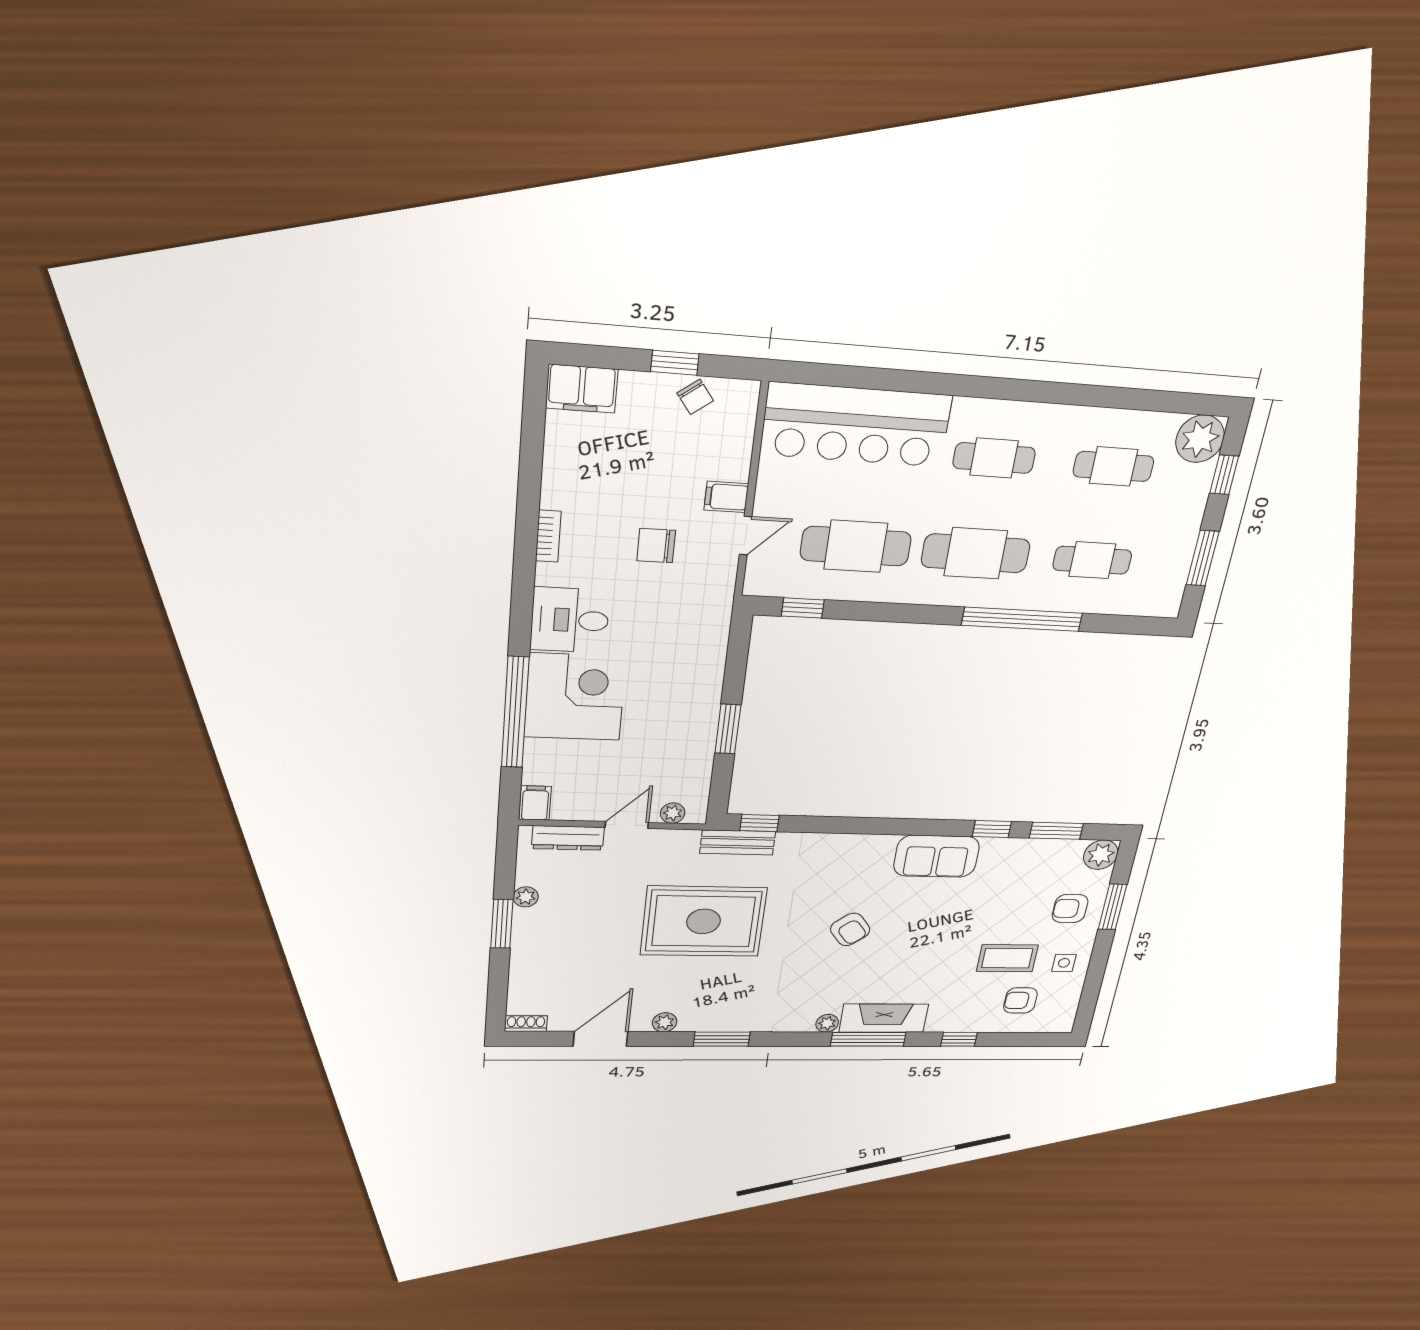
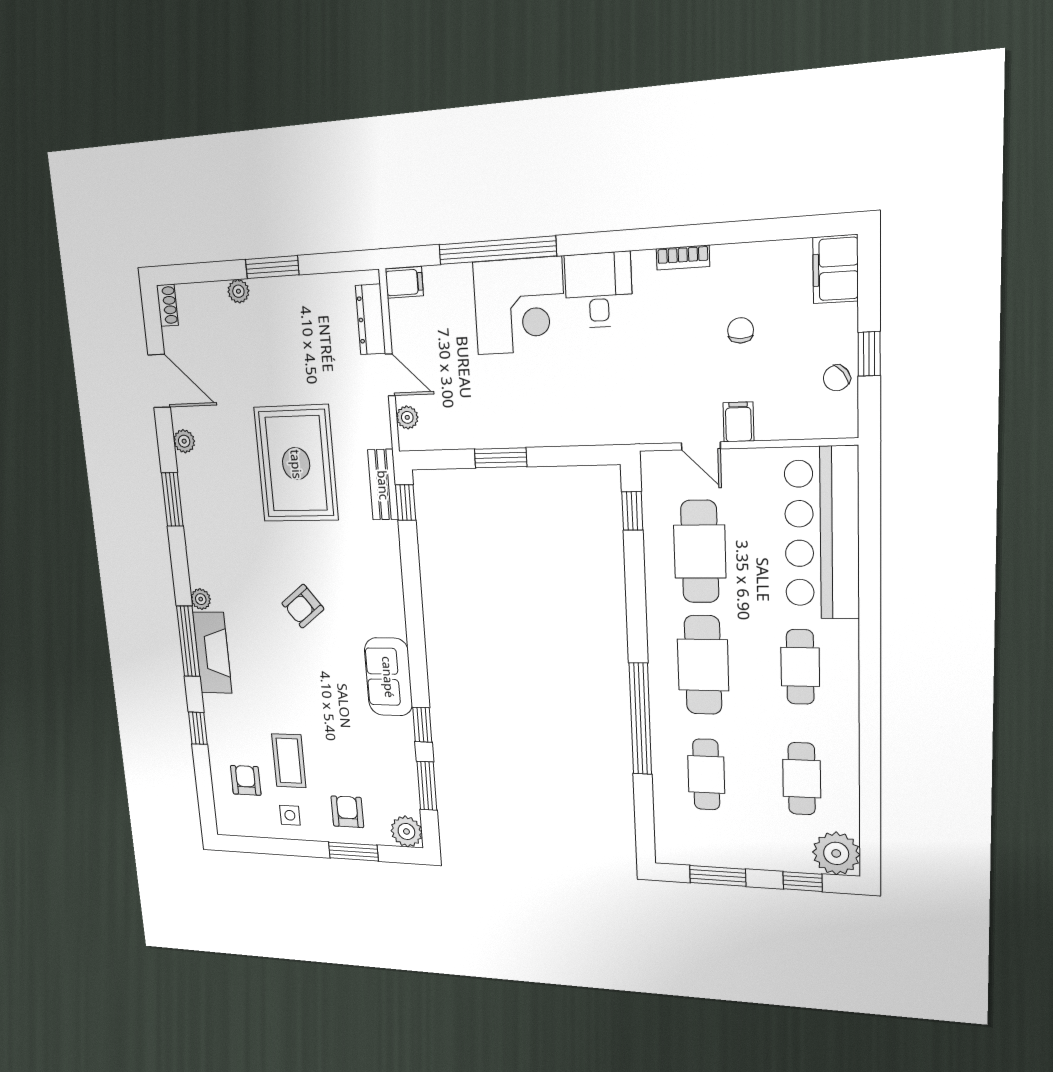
chair: (656, 546) -> (741, 330), moved, width x0.73, depth x0.73
plant: (526, 897) -> (238, 291), moved

